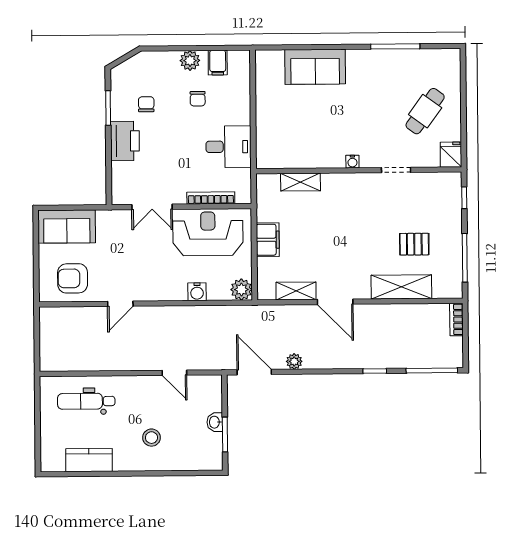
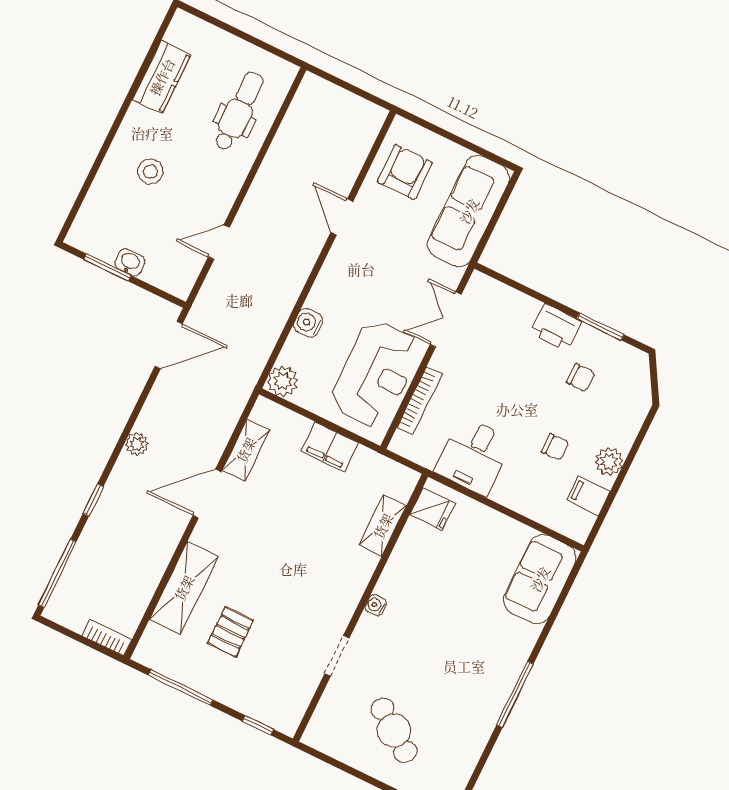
window: (395, 46) -> (515, 694), moved
sofa: (315, 67) -> (540, 579), moved
chair: (198, 99) -> (555, 447), turned 180
printer: (125, 141) -> (556, 327), width x0.73, depth x0.84
fridge: (451, 155) -> (432, 509), moved
sofa: (67, 226) -> (469, 211), width x1.36
plant: (294, 361) -> (137, 444), moved

